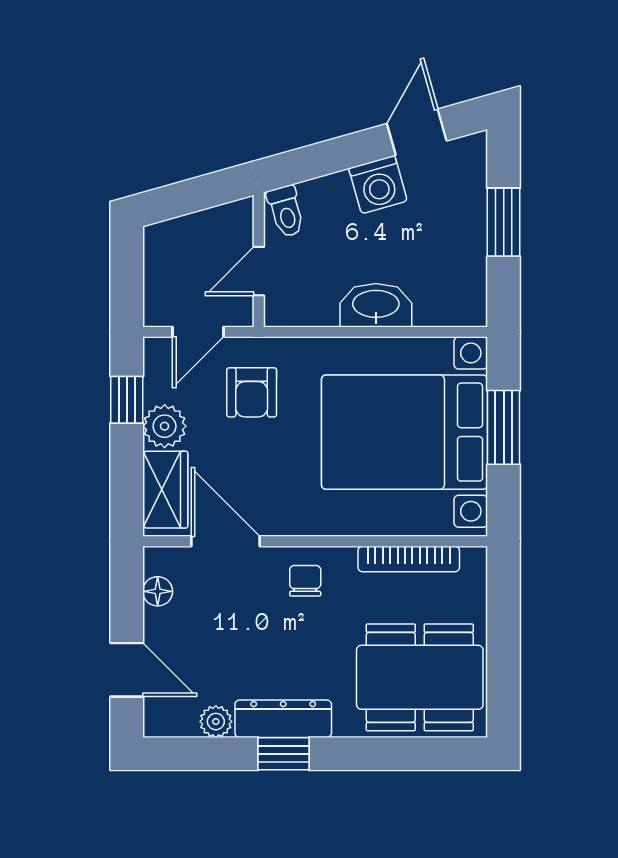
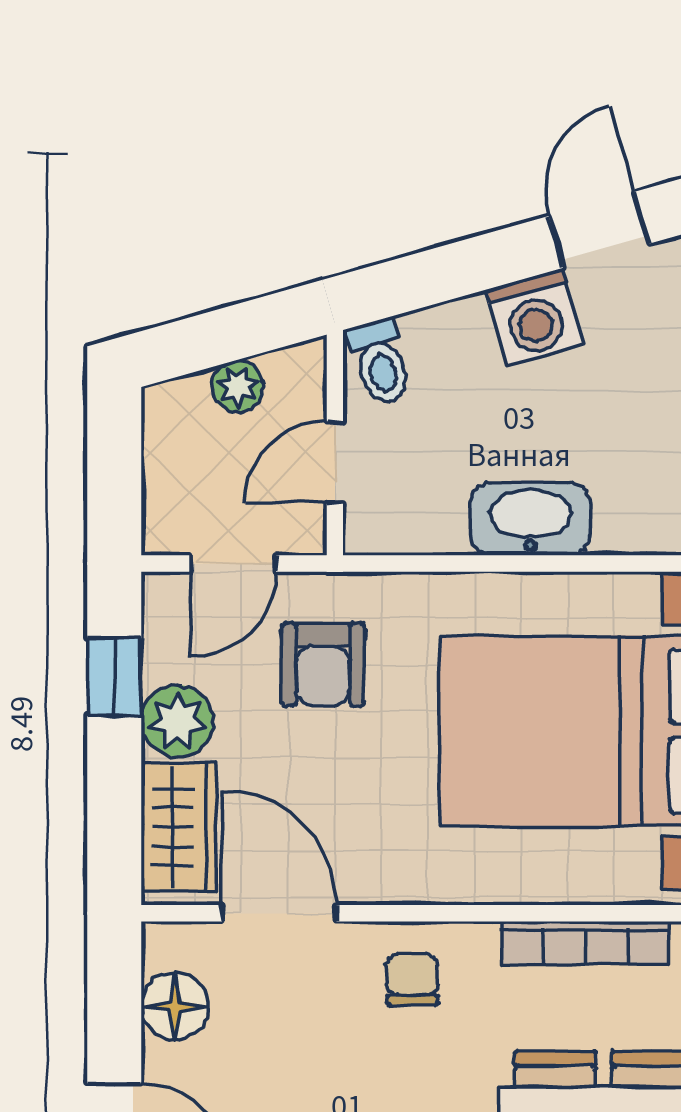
plant: (200, 226) -> (237, 387), added
floor lamp: (158, 591) -> (175, 1006), width x1.37, depth x1.37

